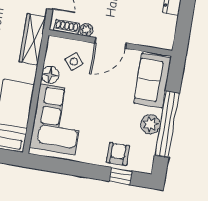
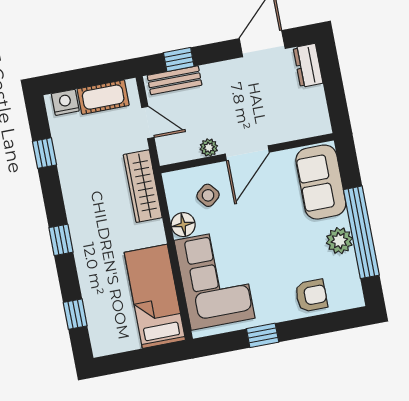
shoe rack: (67, 27) -> (182, 154), removed
armchair: (118, 154) -> (311, 296), turned 90
window: (121, 176) -> (263, 335), moved

